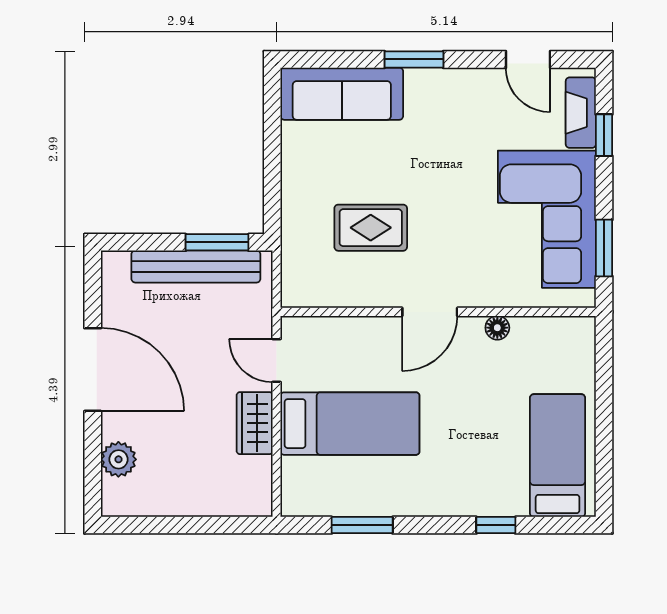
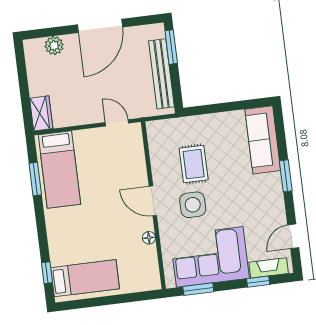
side table: (446, 239) -> (193, 205), added
window: (217, 242) -> (171, 47), moved
door: (277, 361) -> (117, 123), hinge flipped
wardrobe: (255, 423) -> (41, 113), moved, turned 90
bed: (350, 424) -> (59, 170), moved
window: (496, 525) -> (47, 273), moved

